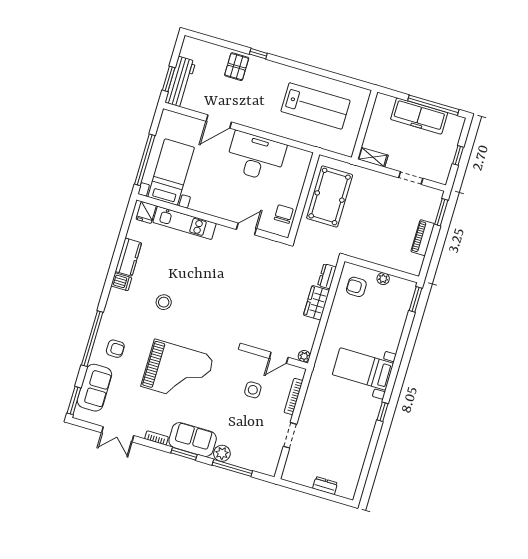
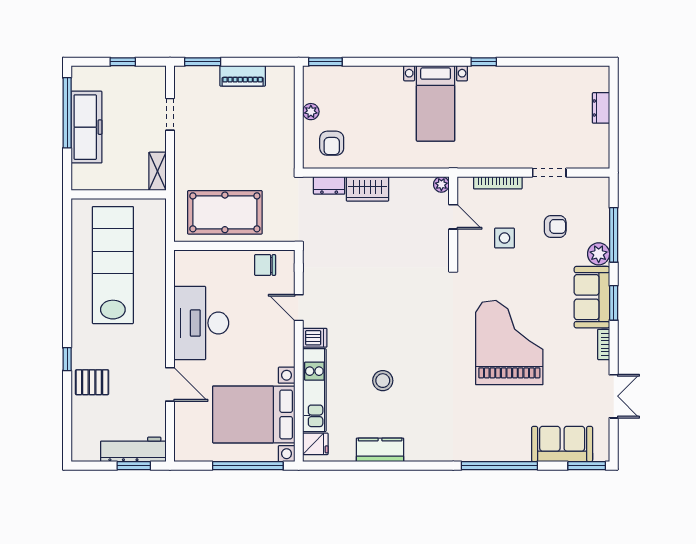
lab bench: (316, 106) -> (113, 265), width x1.36
bed with nightstands: (171, 172) -> (254, 414), width x1.36
dishwasher: (121, 282) -> (315, 338), moved, turned 90
stool: (164, 302) -> (383, 381), moved
armchair: (115, 349) -> (555, 226), moved, turned 90

